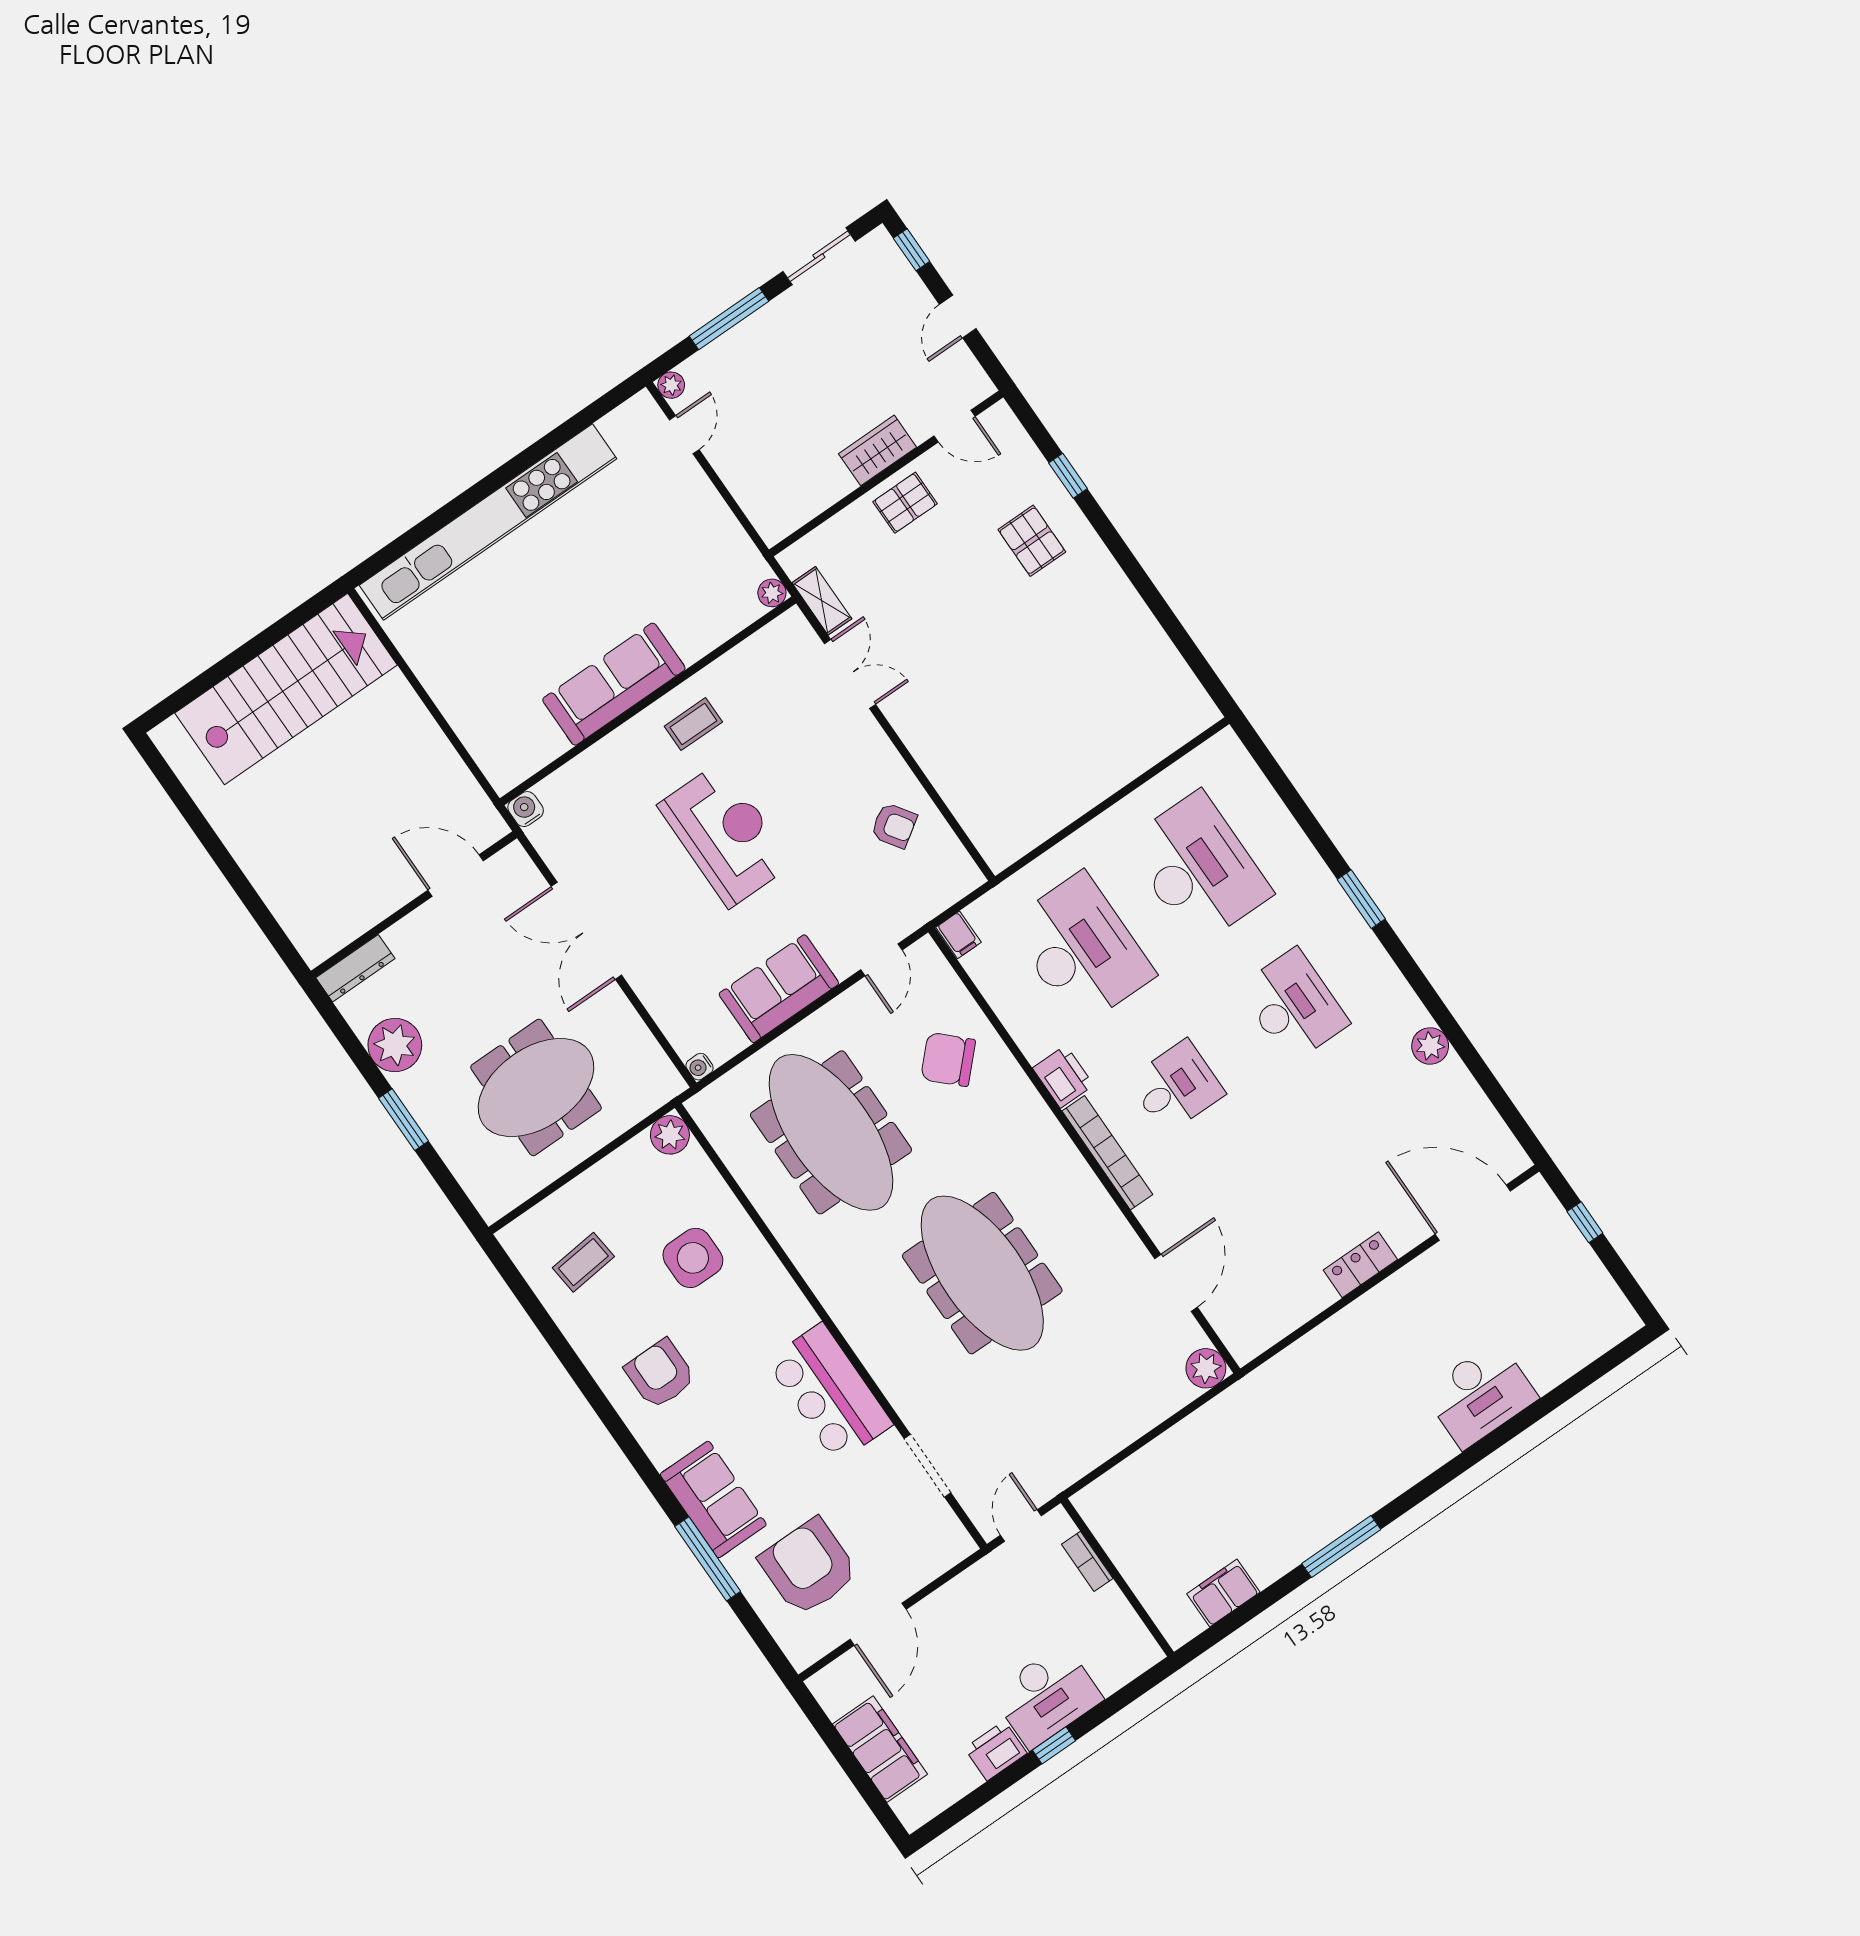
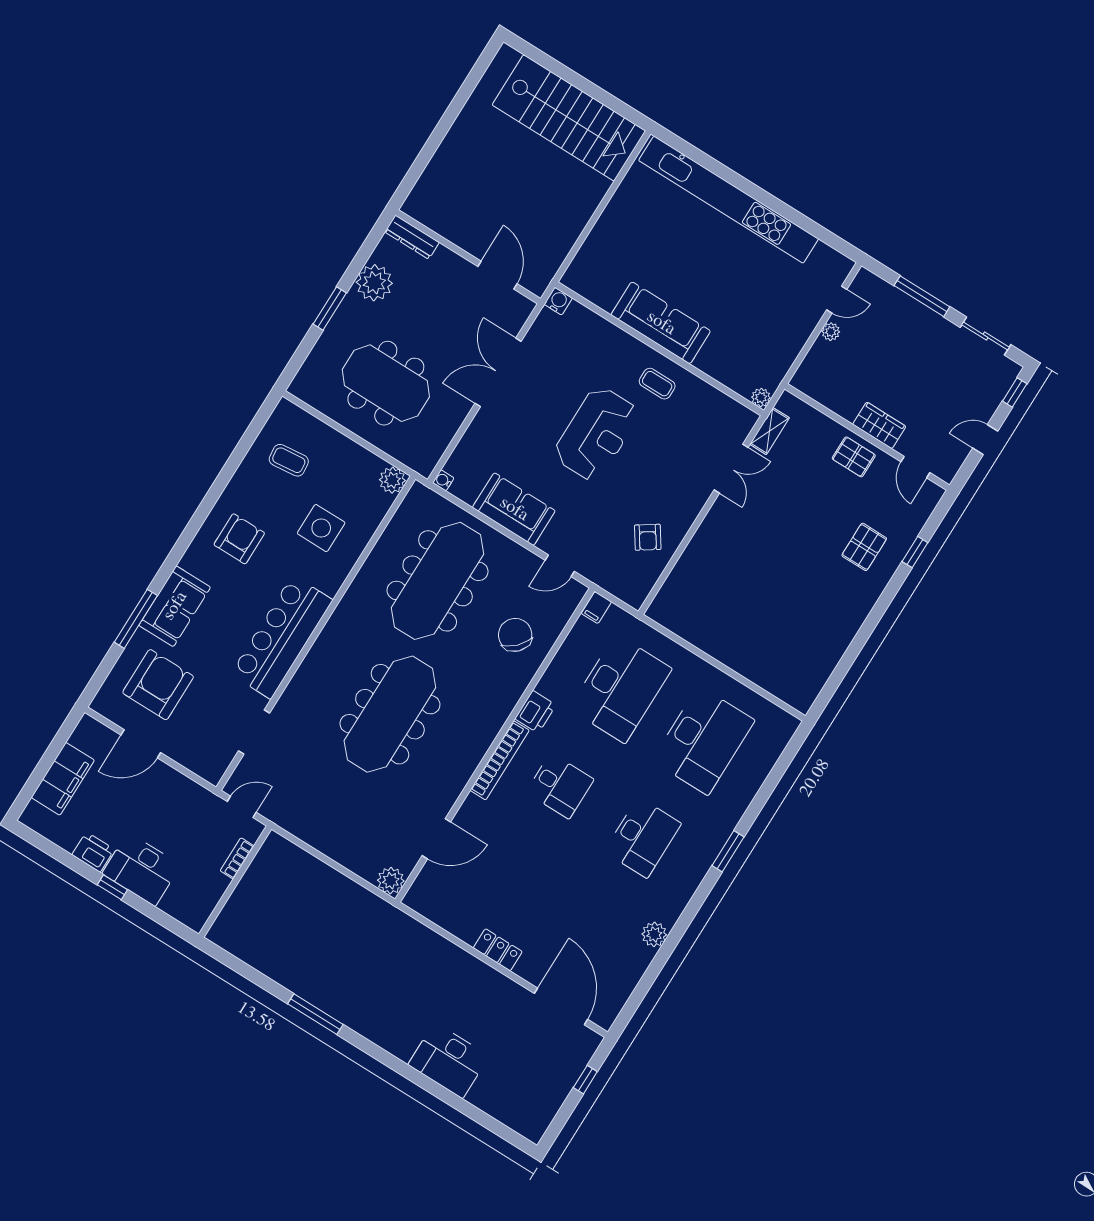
plant: (671, 385) -> (831, 332), moved
bar counter: (829, 1393) -> (282, 637), width x1.36
filing cabinet: (1223, 1593) -> (254, 953), removed

